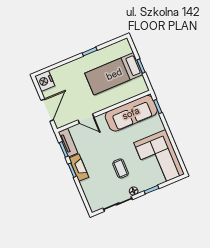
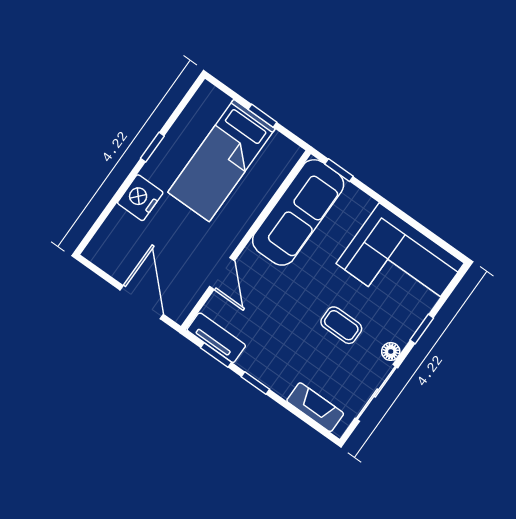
nightstand: (45, 81) -> (140, 198), moved, turned 90
door: (86, 119) -> (222, 274), hinge flipped
fireplace: (79, 168) -> (315, 407), moved

